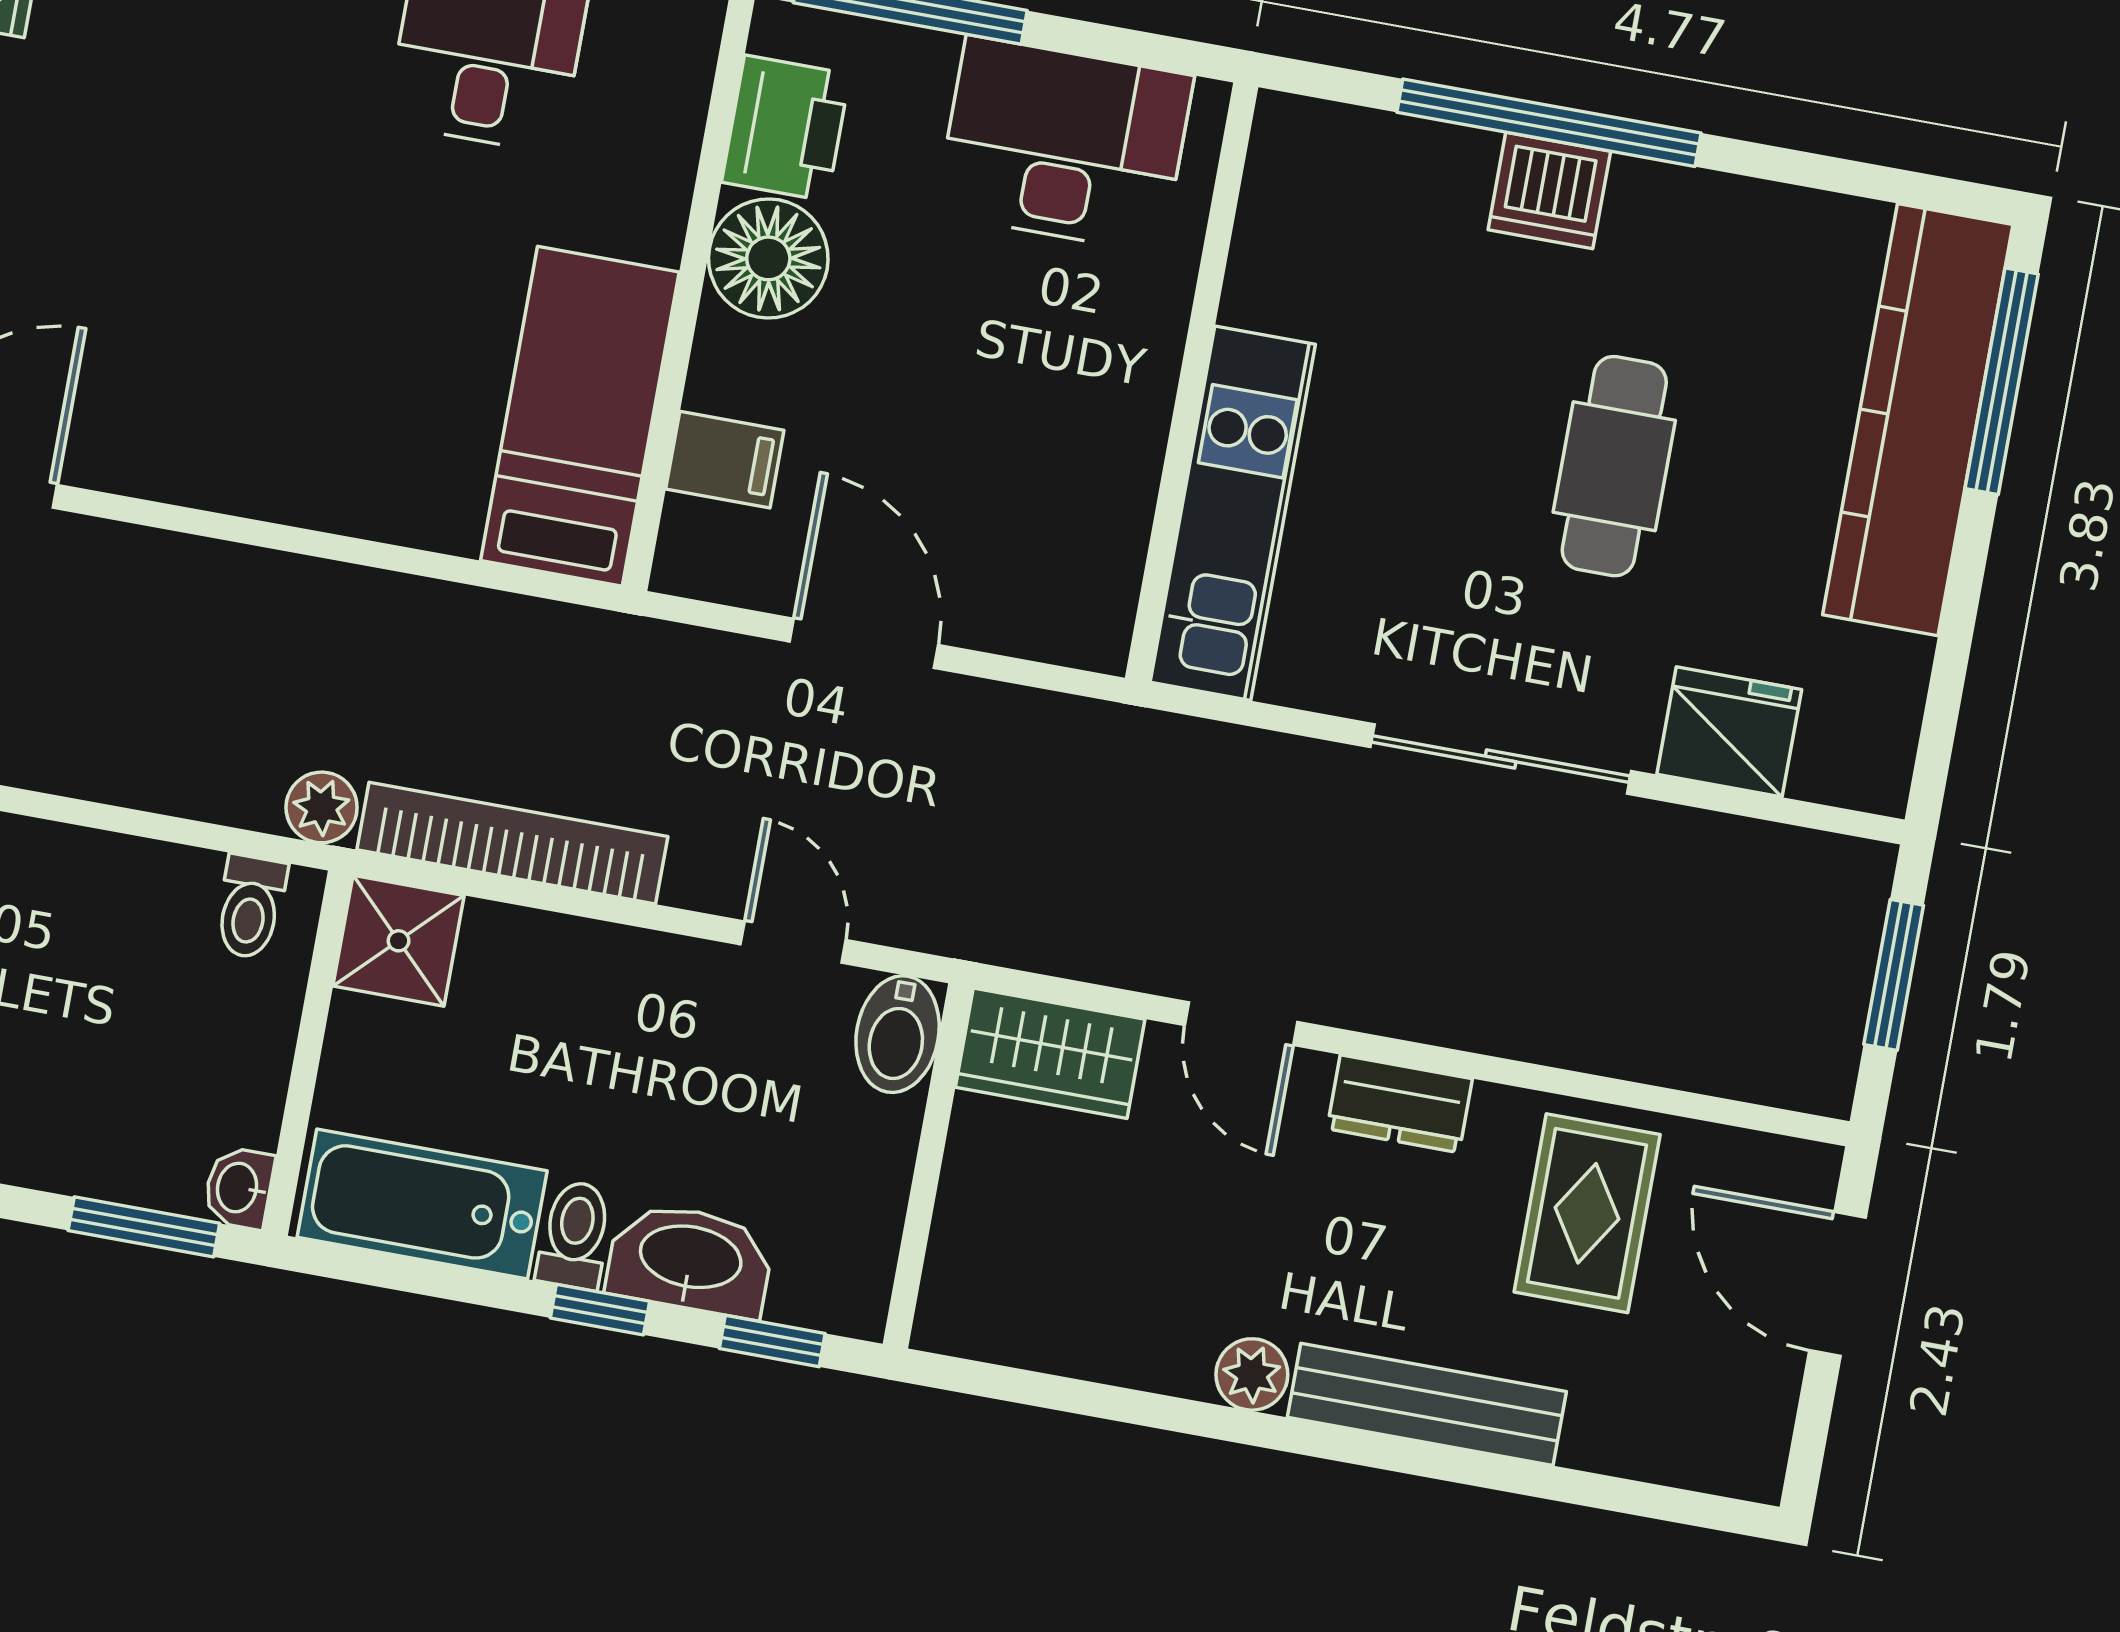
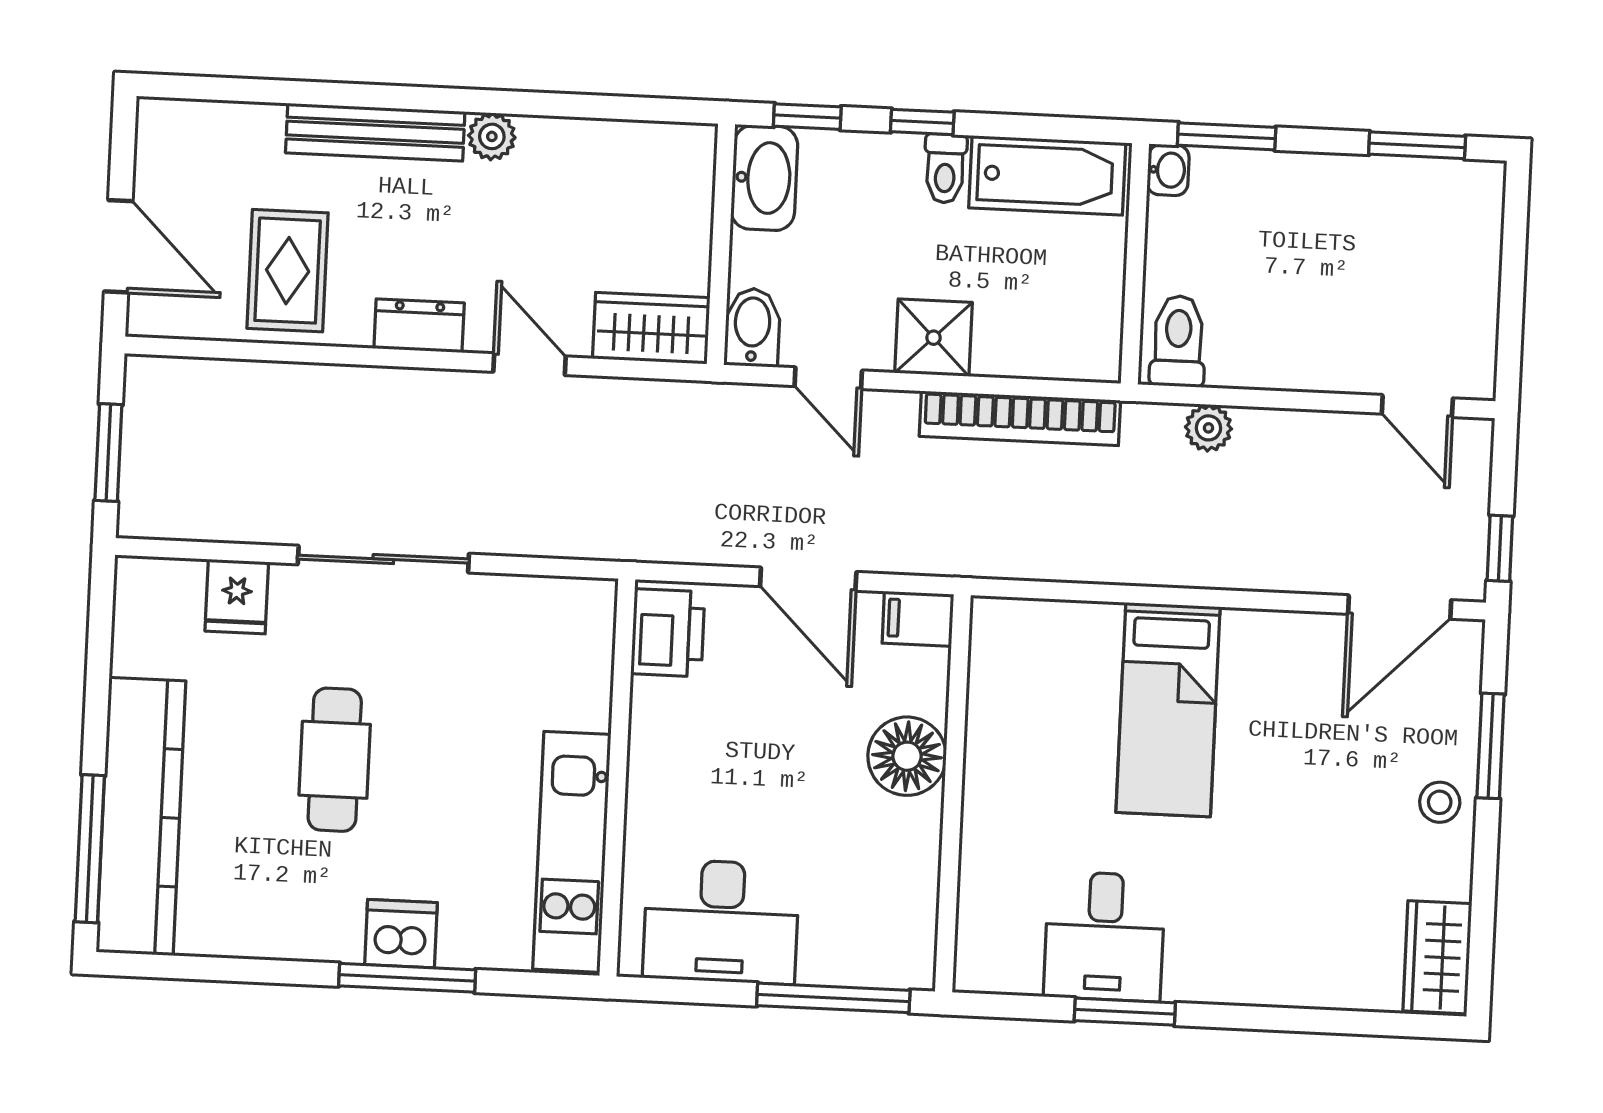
window: (1549, 123) -> (407, 978), width x0.68
printer: (786, 128) -> (668, 633), moved, turned 180
floor lamp: (768, 258) -> (907, 756), moved
bed: (580, 416) -> (1168, 710), moved
filing cabinet: (725, 460) -> (918, 619), moved
kitchen unit: (1233, 513) -> (572, 852), moved
fridge: (1729, 732) -> (237, 597), width x0.72
plant: (322, 807) -> (1208, 428), moved
toilet: (250, 907) -> (1178, 341), width x1.37, depth x1.39
shower: (399, 941) -> (934, 338), moved
washbasin: (690, 1260) -> (764, 178), moved, turned -90

